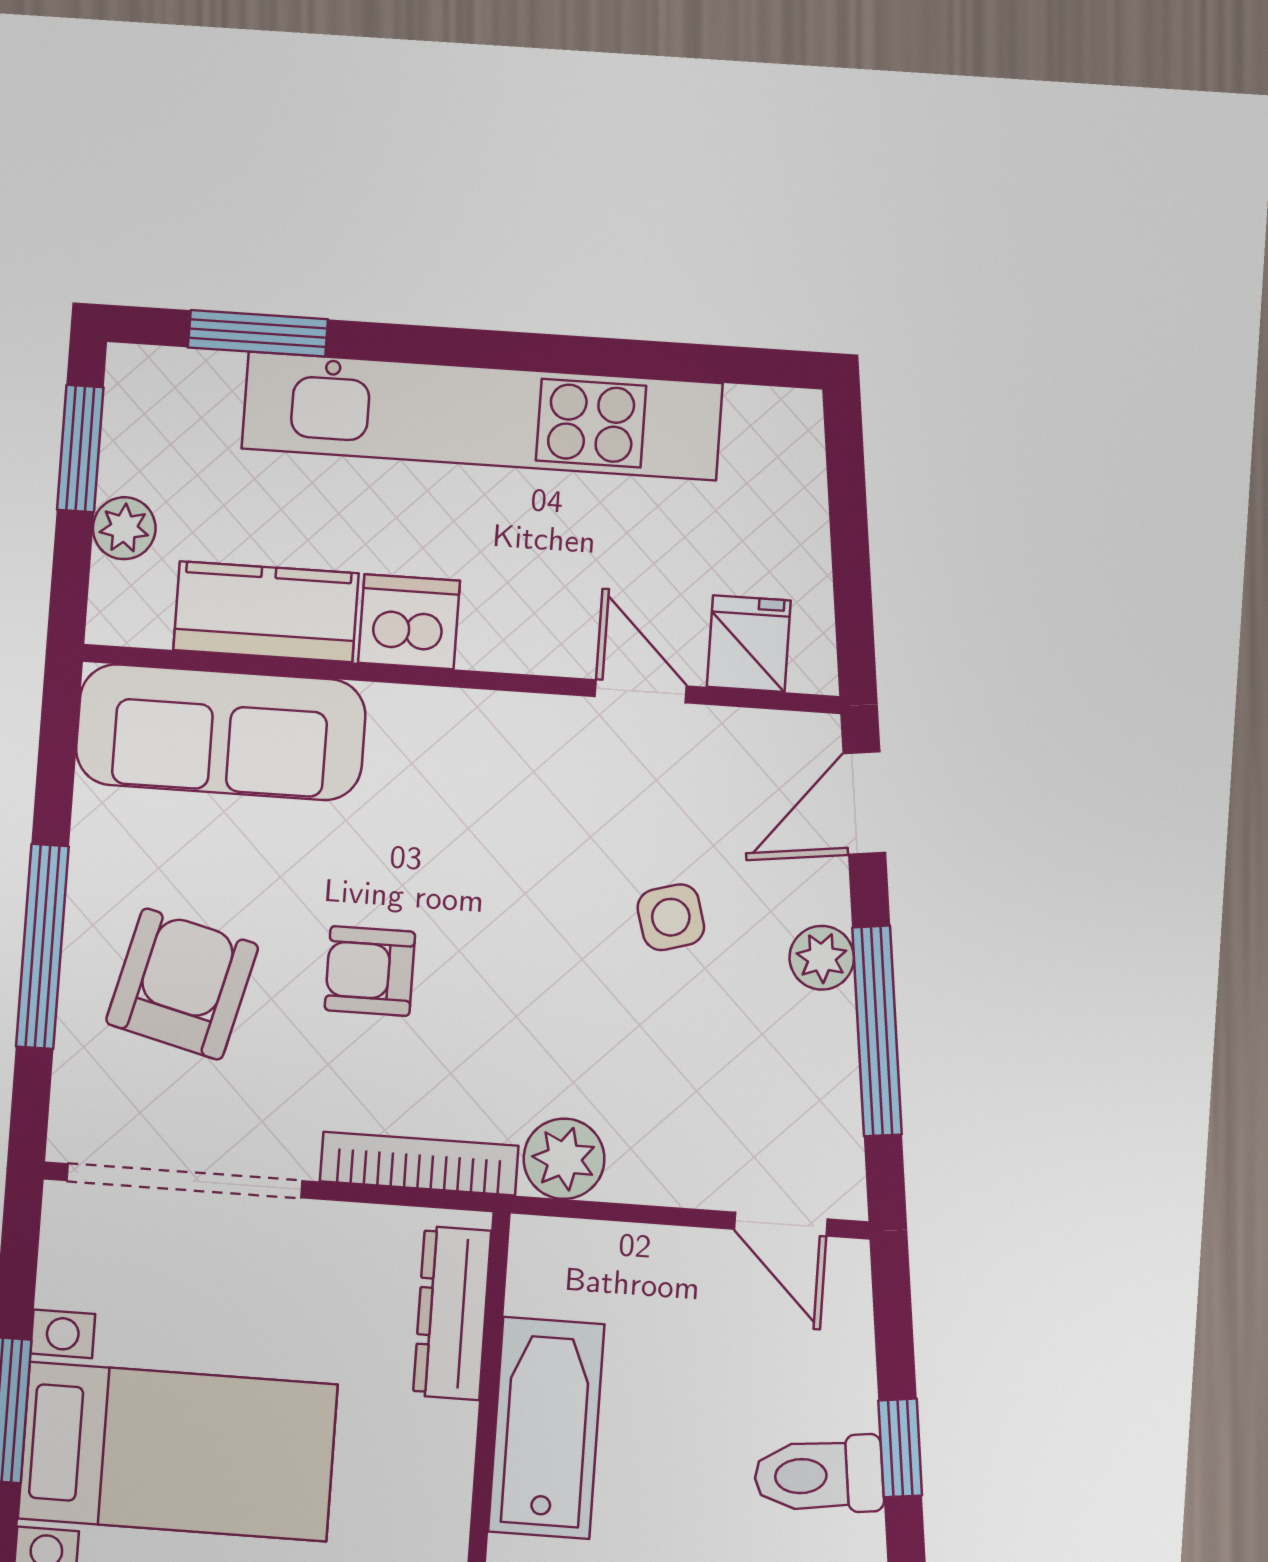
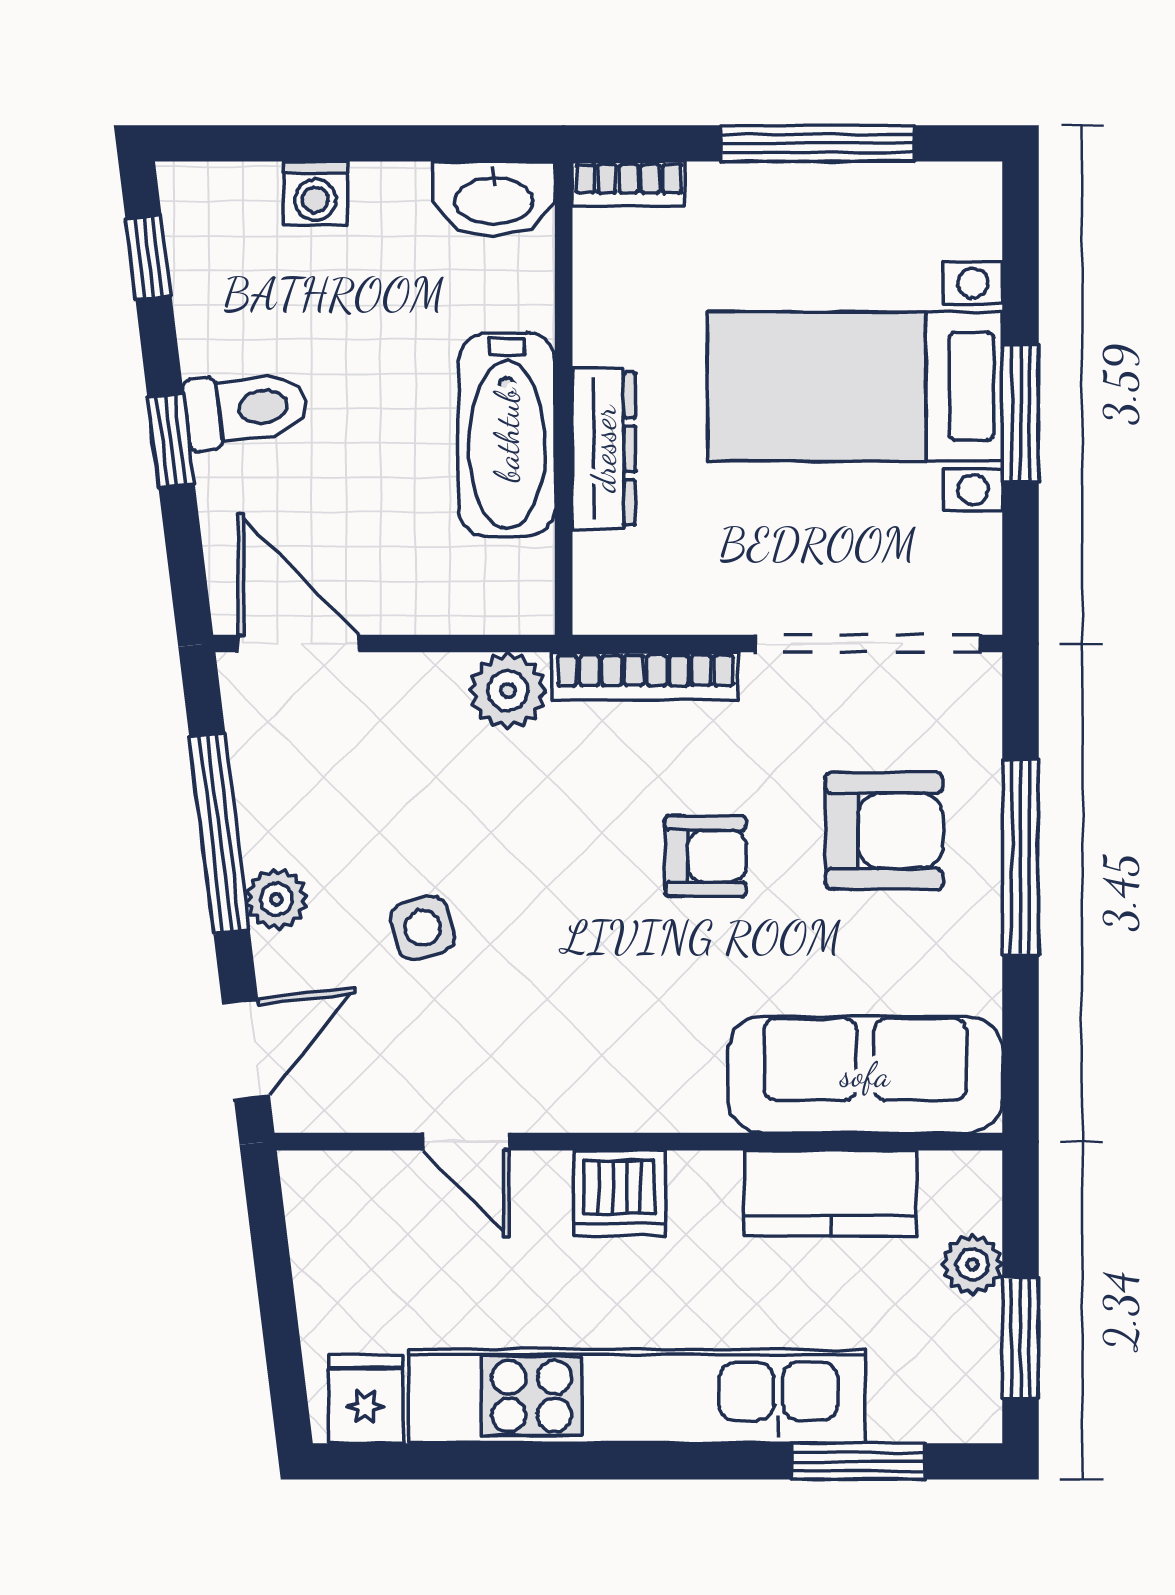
dishwasher: (409, 622) -> (620, 1193), moved
fridge: (749, 644) -> (366, 1399), moved, turned 180
armchair: (182, 984) -> (884, 831), turned -104
door: (781, 1224) -> (298, 644), width x1.38
dresser: (452, 1313) -> (604, 449), moved

